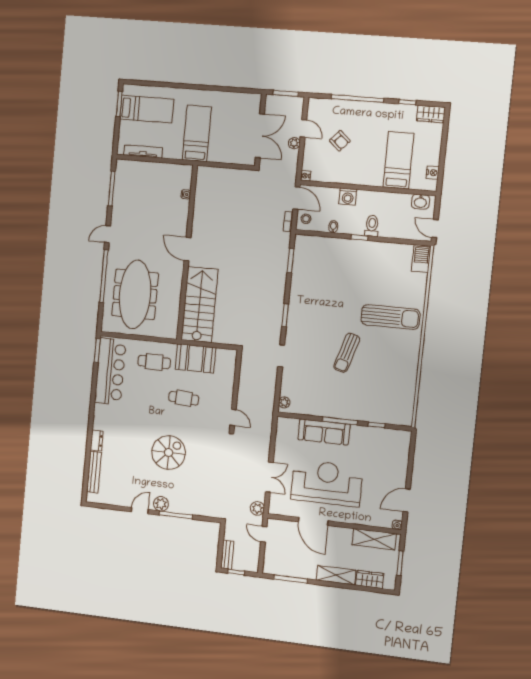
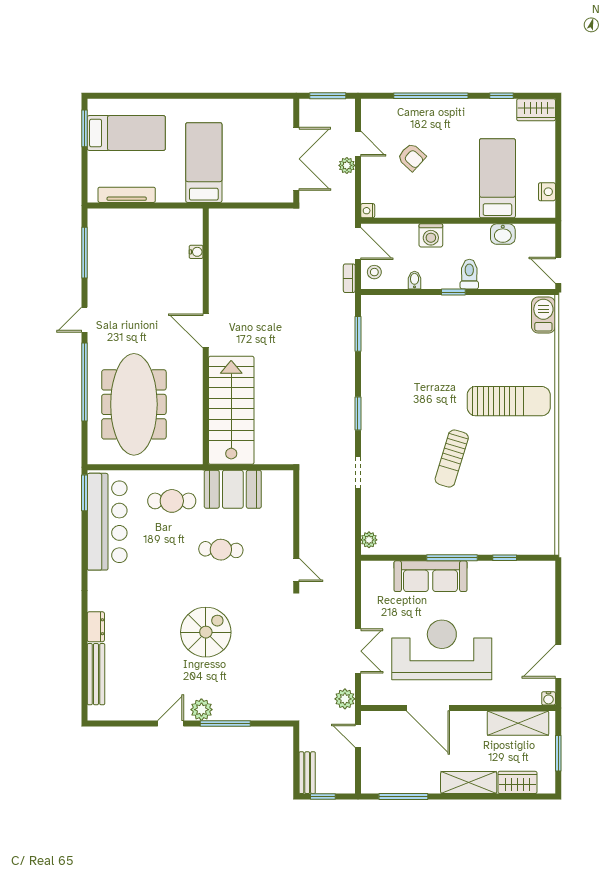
washbasin: (420, 202) -> (503, 234), moved

